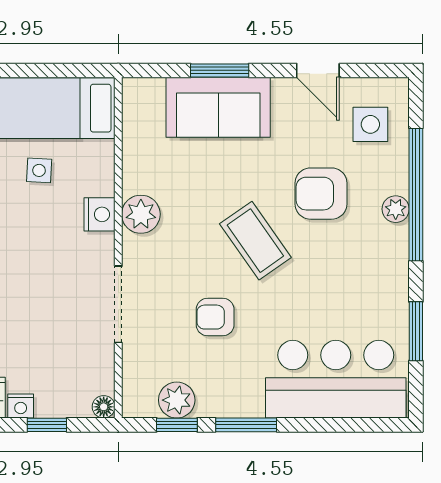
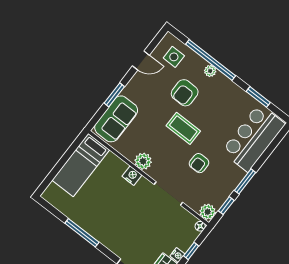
sofa: (218, 107) -> (116, 119), moved
side table: (39, 170) -> (100, 185), removed
coffee table: (255, 241) -> (183, 128), turned 35
plant: (177, 400) -> (208, 212), moved

